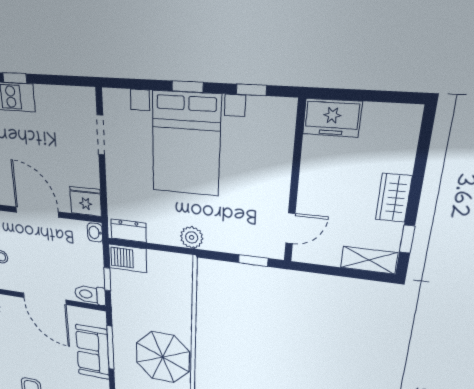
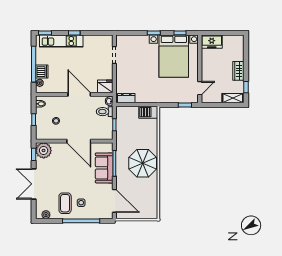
bed with nightstands: (186, 144) -> (174, 56), moved
plant: (192, 237) -> (157, 98), removed
barbecue: (128, 258) -> (148, 112), moved
toilet: (90, 295) -> (105, 112), moved

